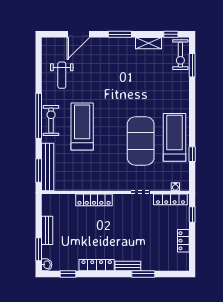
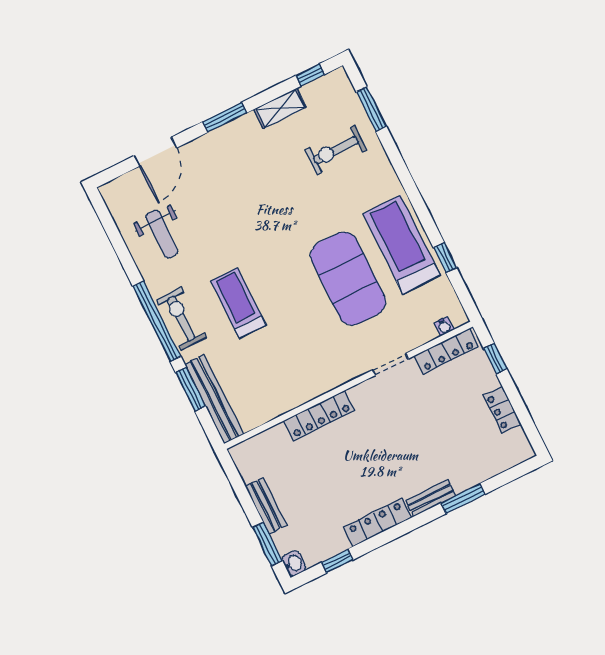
exercise bike: (180, 55) -> (336, 150), moved, turned 90
treadmill: (82, 127) -> (238, 303), width x0.73, depth x0.73
window: (39, 170) -> (190, 389), moved

